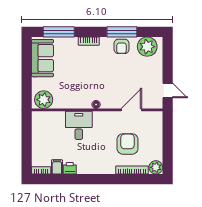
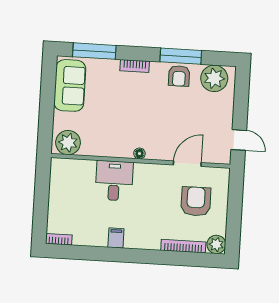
armchair: (128, 144) -> (196, 201), moved
filing cabinet: (57, 167) -> (116, 238), moved
printer: (70, 168) -> (98, 239), removed

